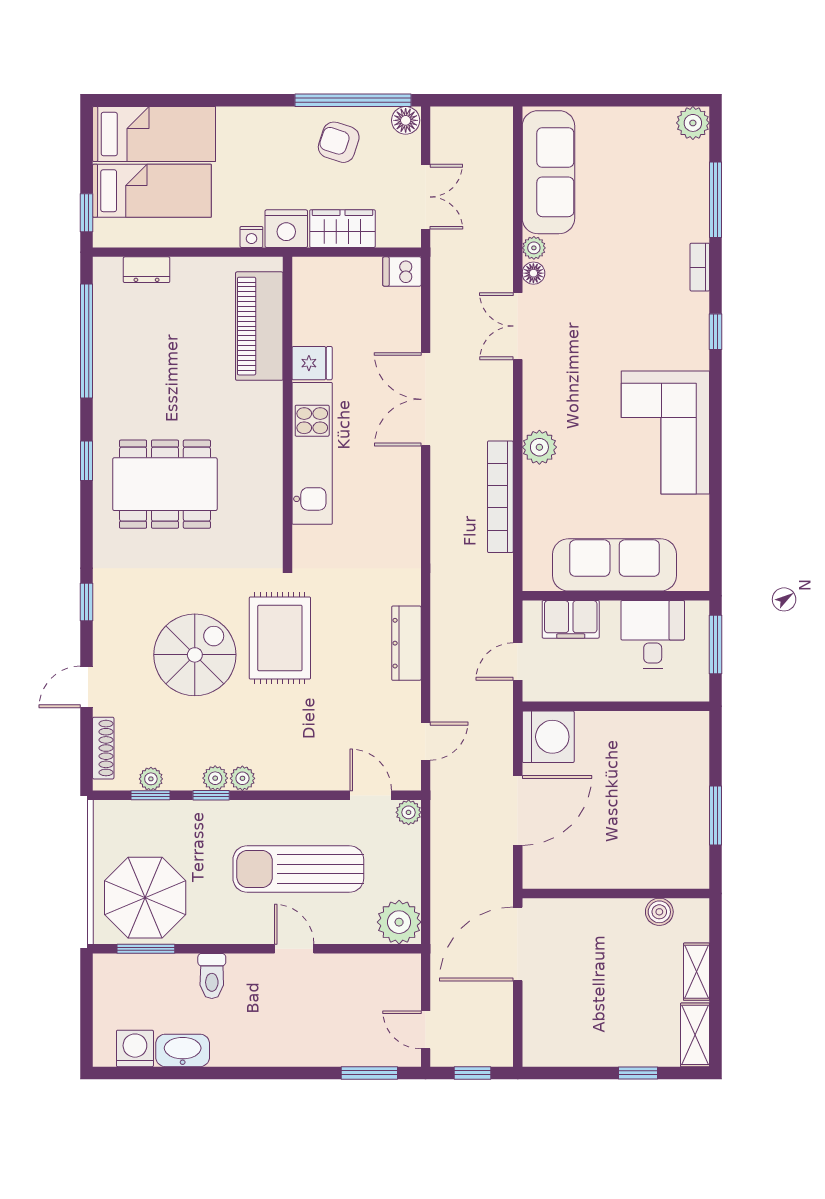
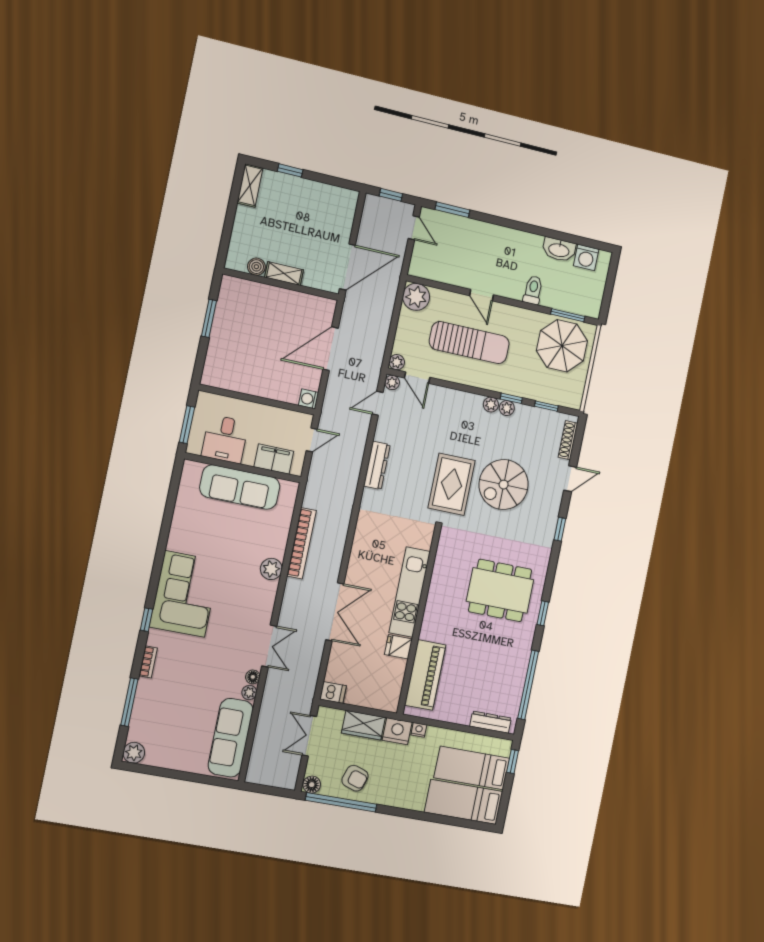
dresser: (147, 270) -> (491, 722), width x1.44
corner sofa: (665, 432) -> (185, 594), moved
washing machine: (548, 737) -> (309, 399), width x0.53, depth x0.53
plant: (151, 779) -> (392, 382), moved
shelving: (697, 972) -> (284, 274), moved, turned 90

